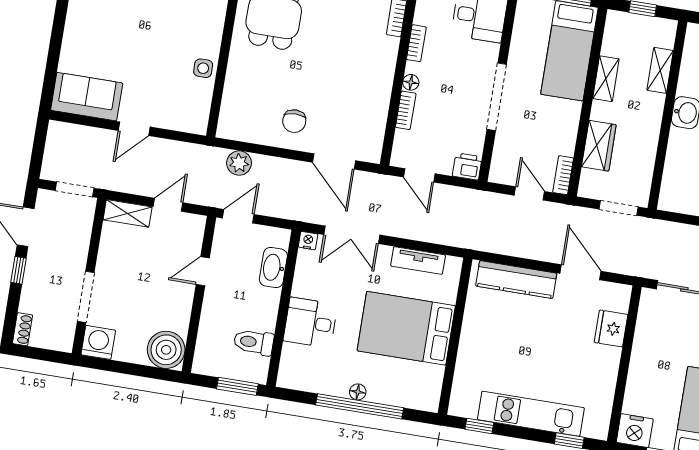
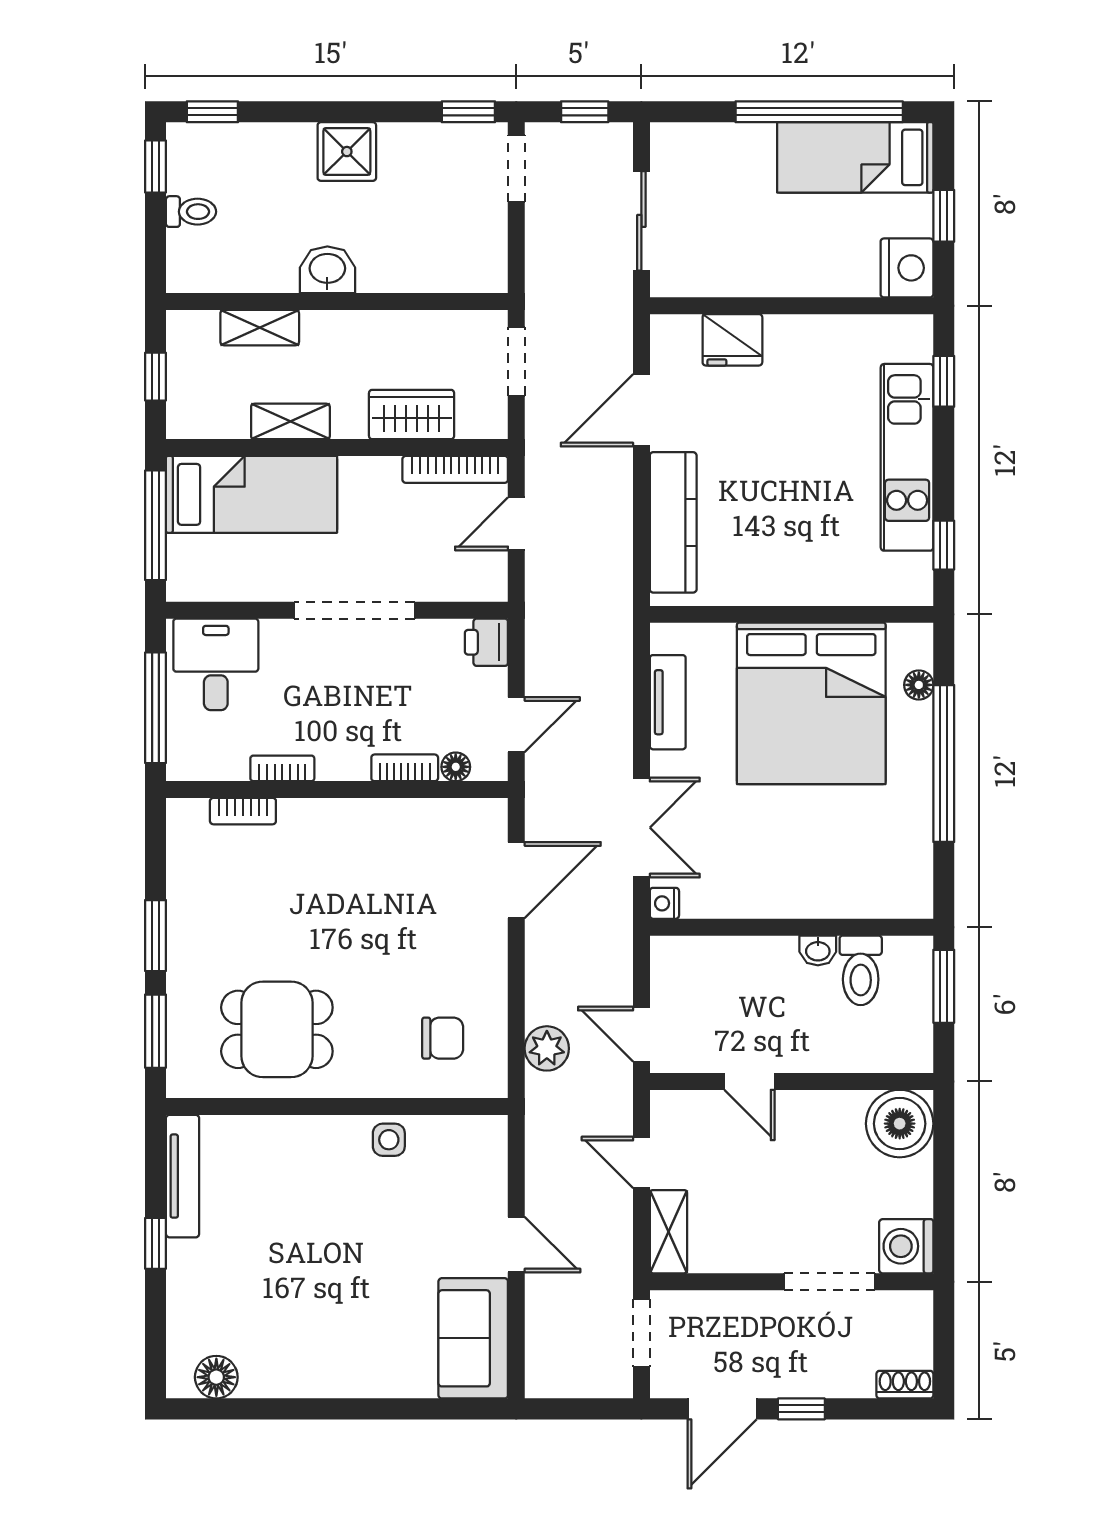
floor lamp: (411, 82) -> (456, 767), moved
chair: (294, 121) -> (443, 1038), moved
bookcase: (563, 175) -> (455, 469), width x1.56
washbasin: (273, 268) -> (818, 950), moved, width x0.52, depth x0.69
desk: (310, 323) -> (810, 875), removed
bed: (406, 328) -> (811, 703), width x1.36
floor lamp: (358, 392) -> (919, 685), moved

